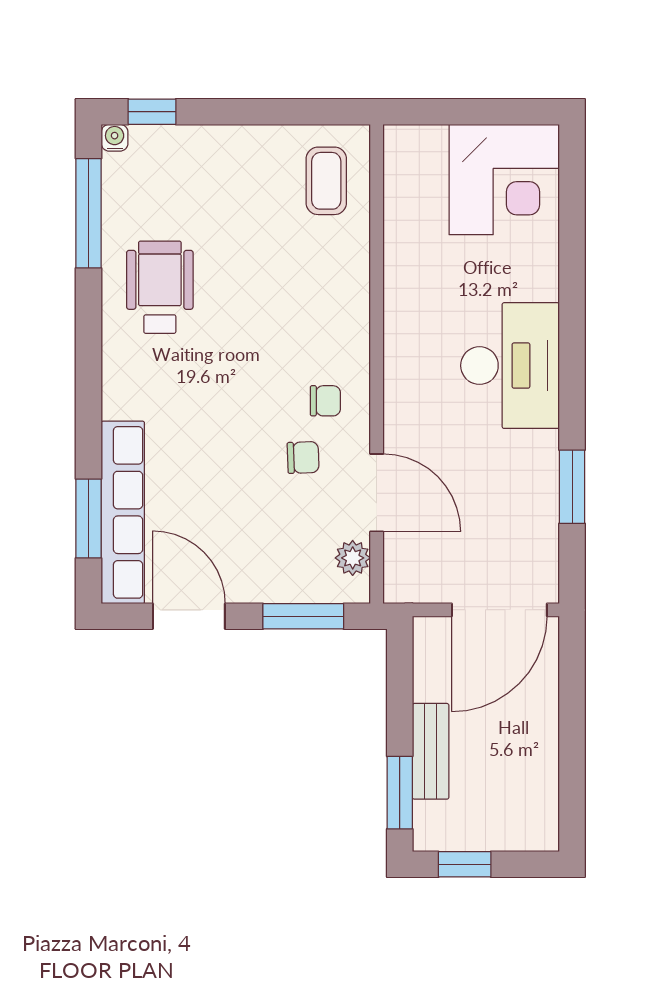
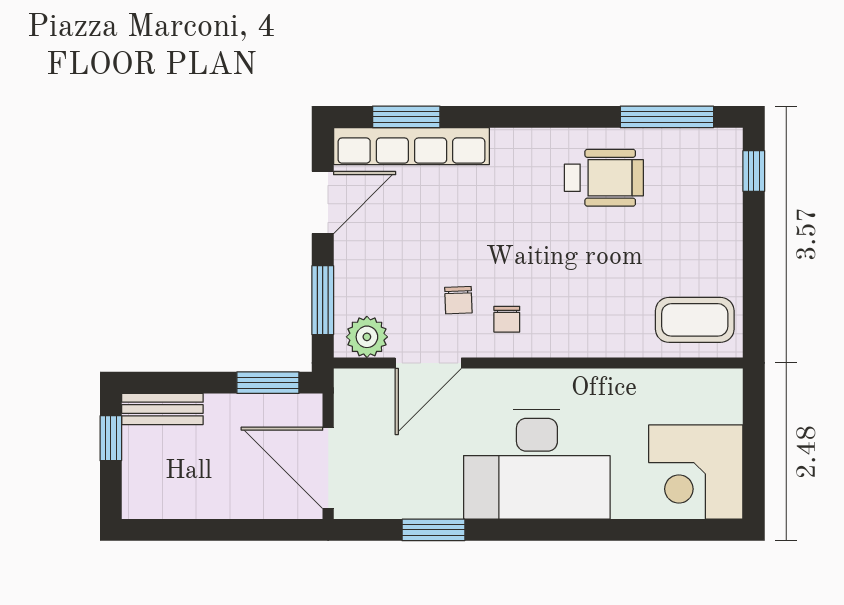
water cooler: (115, 138) -> (732, 139), removed
coffee table: (326, 181) -> (695, 320), width x1.36, depth x1.30
desk: (510, 366) -> (537, 464), width x1.36, depth x1.30
plant: (353, 558) -> (367, 337), width x1.38, depth x1.38
bench: (431, 751) -> (162, 409), moved
window: (400, 793) -> (268, 383), moved

